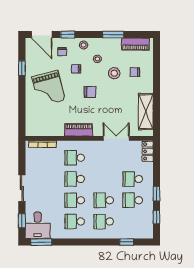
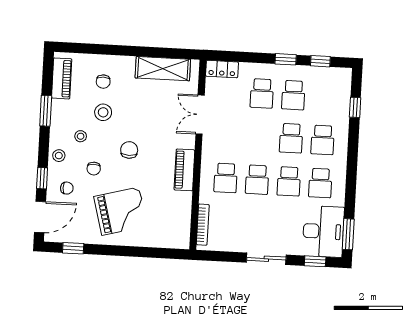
window: (22, 68) -> (73, 248), moved
desk: (38, 225) -> (323, 231), width x1.37

